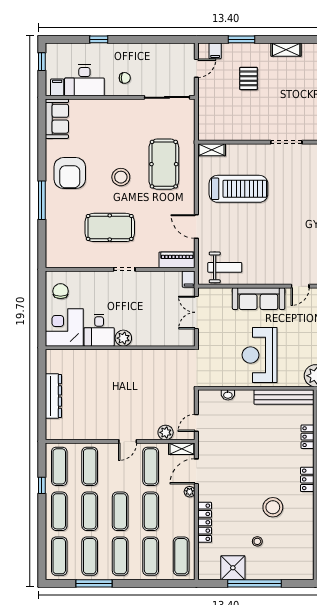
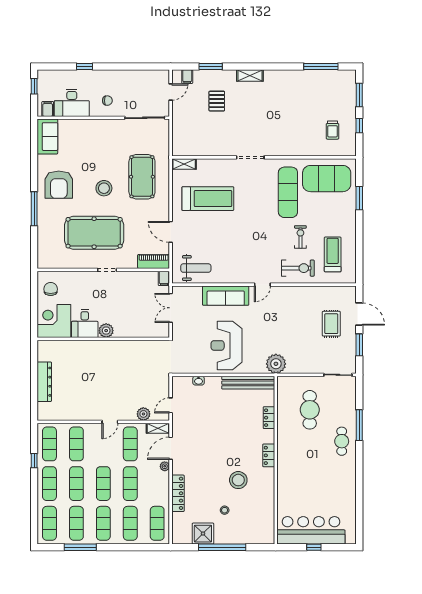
pool table: (110, 227) -> (94, 233), width x1.36, depth x1.32

